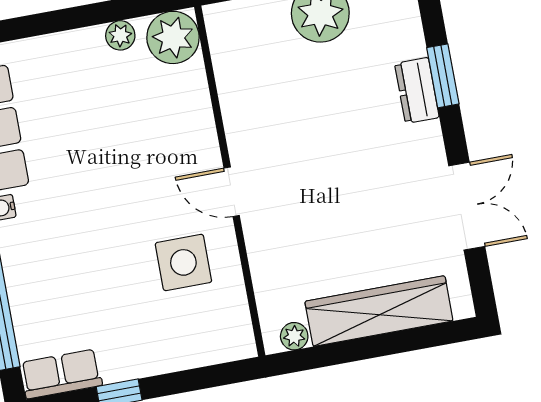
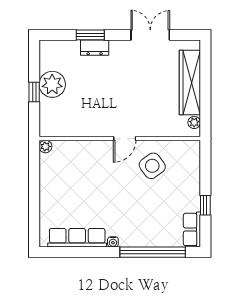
plant: (120, 35) -> (46, 175), removed
plant: (173, 37) -> (45, 146), width x0.53, depth x0.53
side table: (183, 262) -> (152, 166), turned -36

